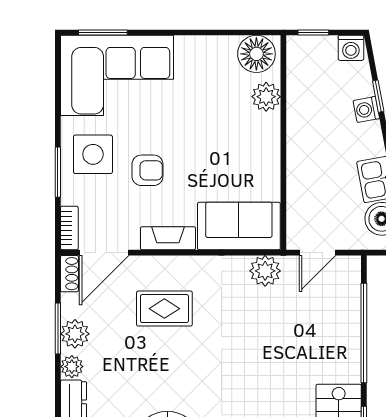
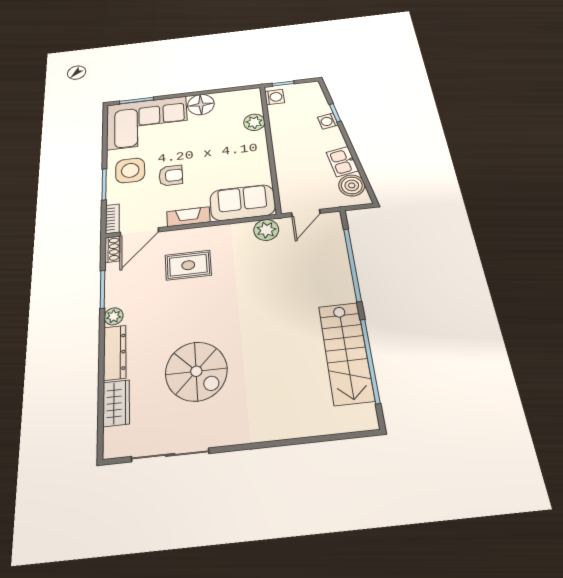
washing machine: (351, 48) -> (275, 97), moved, turned -90
floor lamp: (256, 54) -> (201, 105), moved
plant: (75, 334) -> (116, 292), removed

